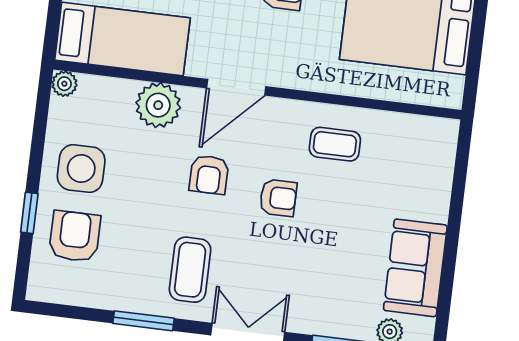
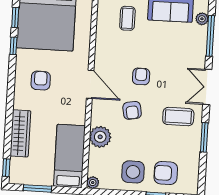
door: (236, 87) -> (90, 84), moved
coffee table: (335, 144) -> (127, 18), moved
armchair: (209, 175) -> (132, 110), turned 80

